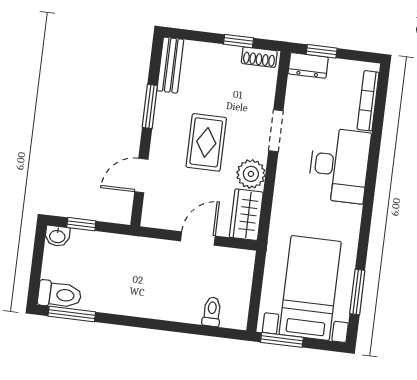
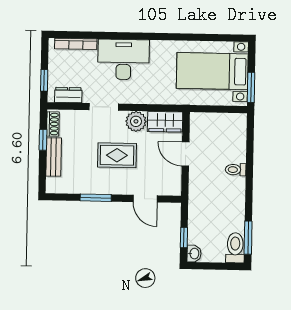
bench: (170, 65) -> (54, 157), moved, turned 90
dresser: (308, 65) -> (68, 95), moved, turned -90
window: (357, 292) -> (212, 38), removed
toilet: (212, 312) -> (236, 170), moved

